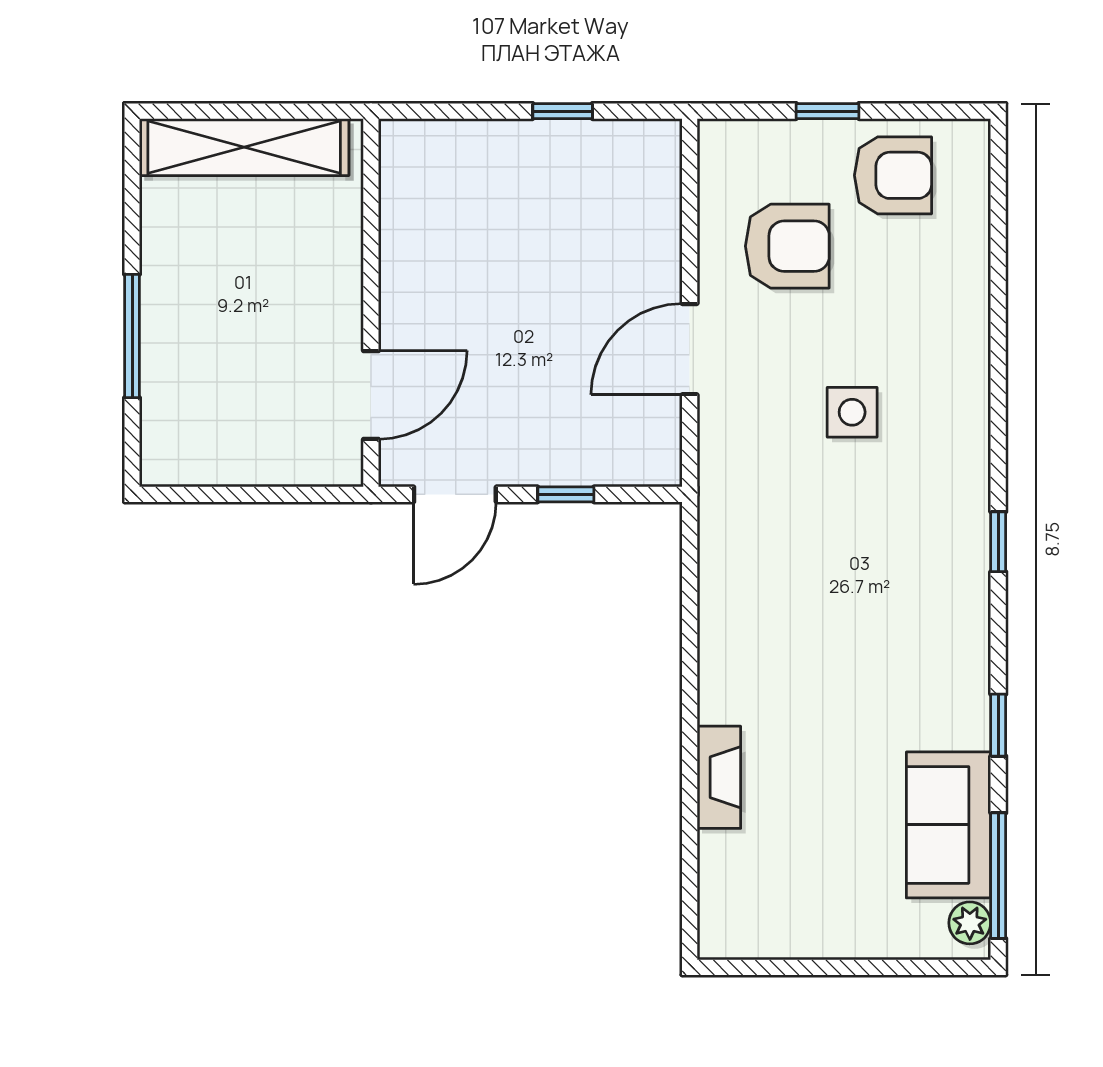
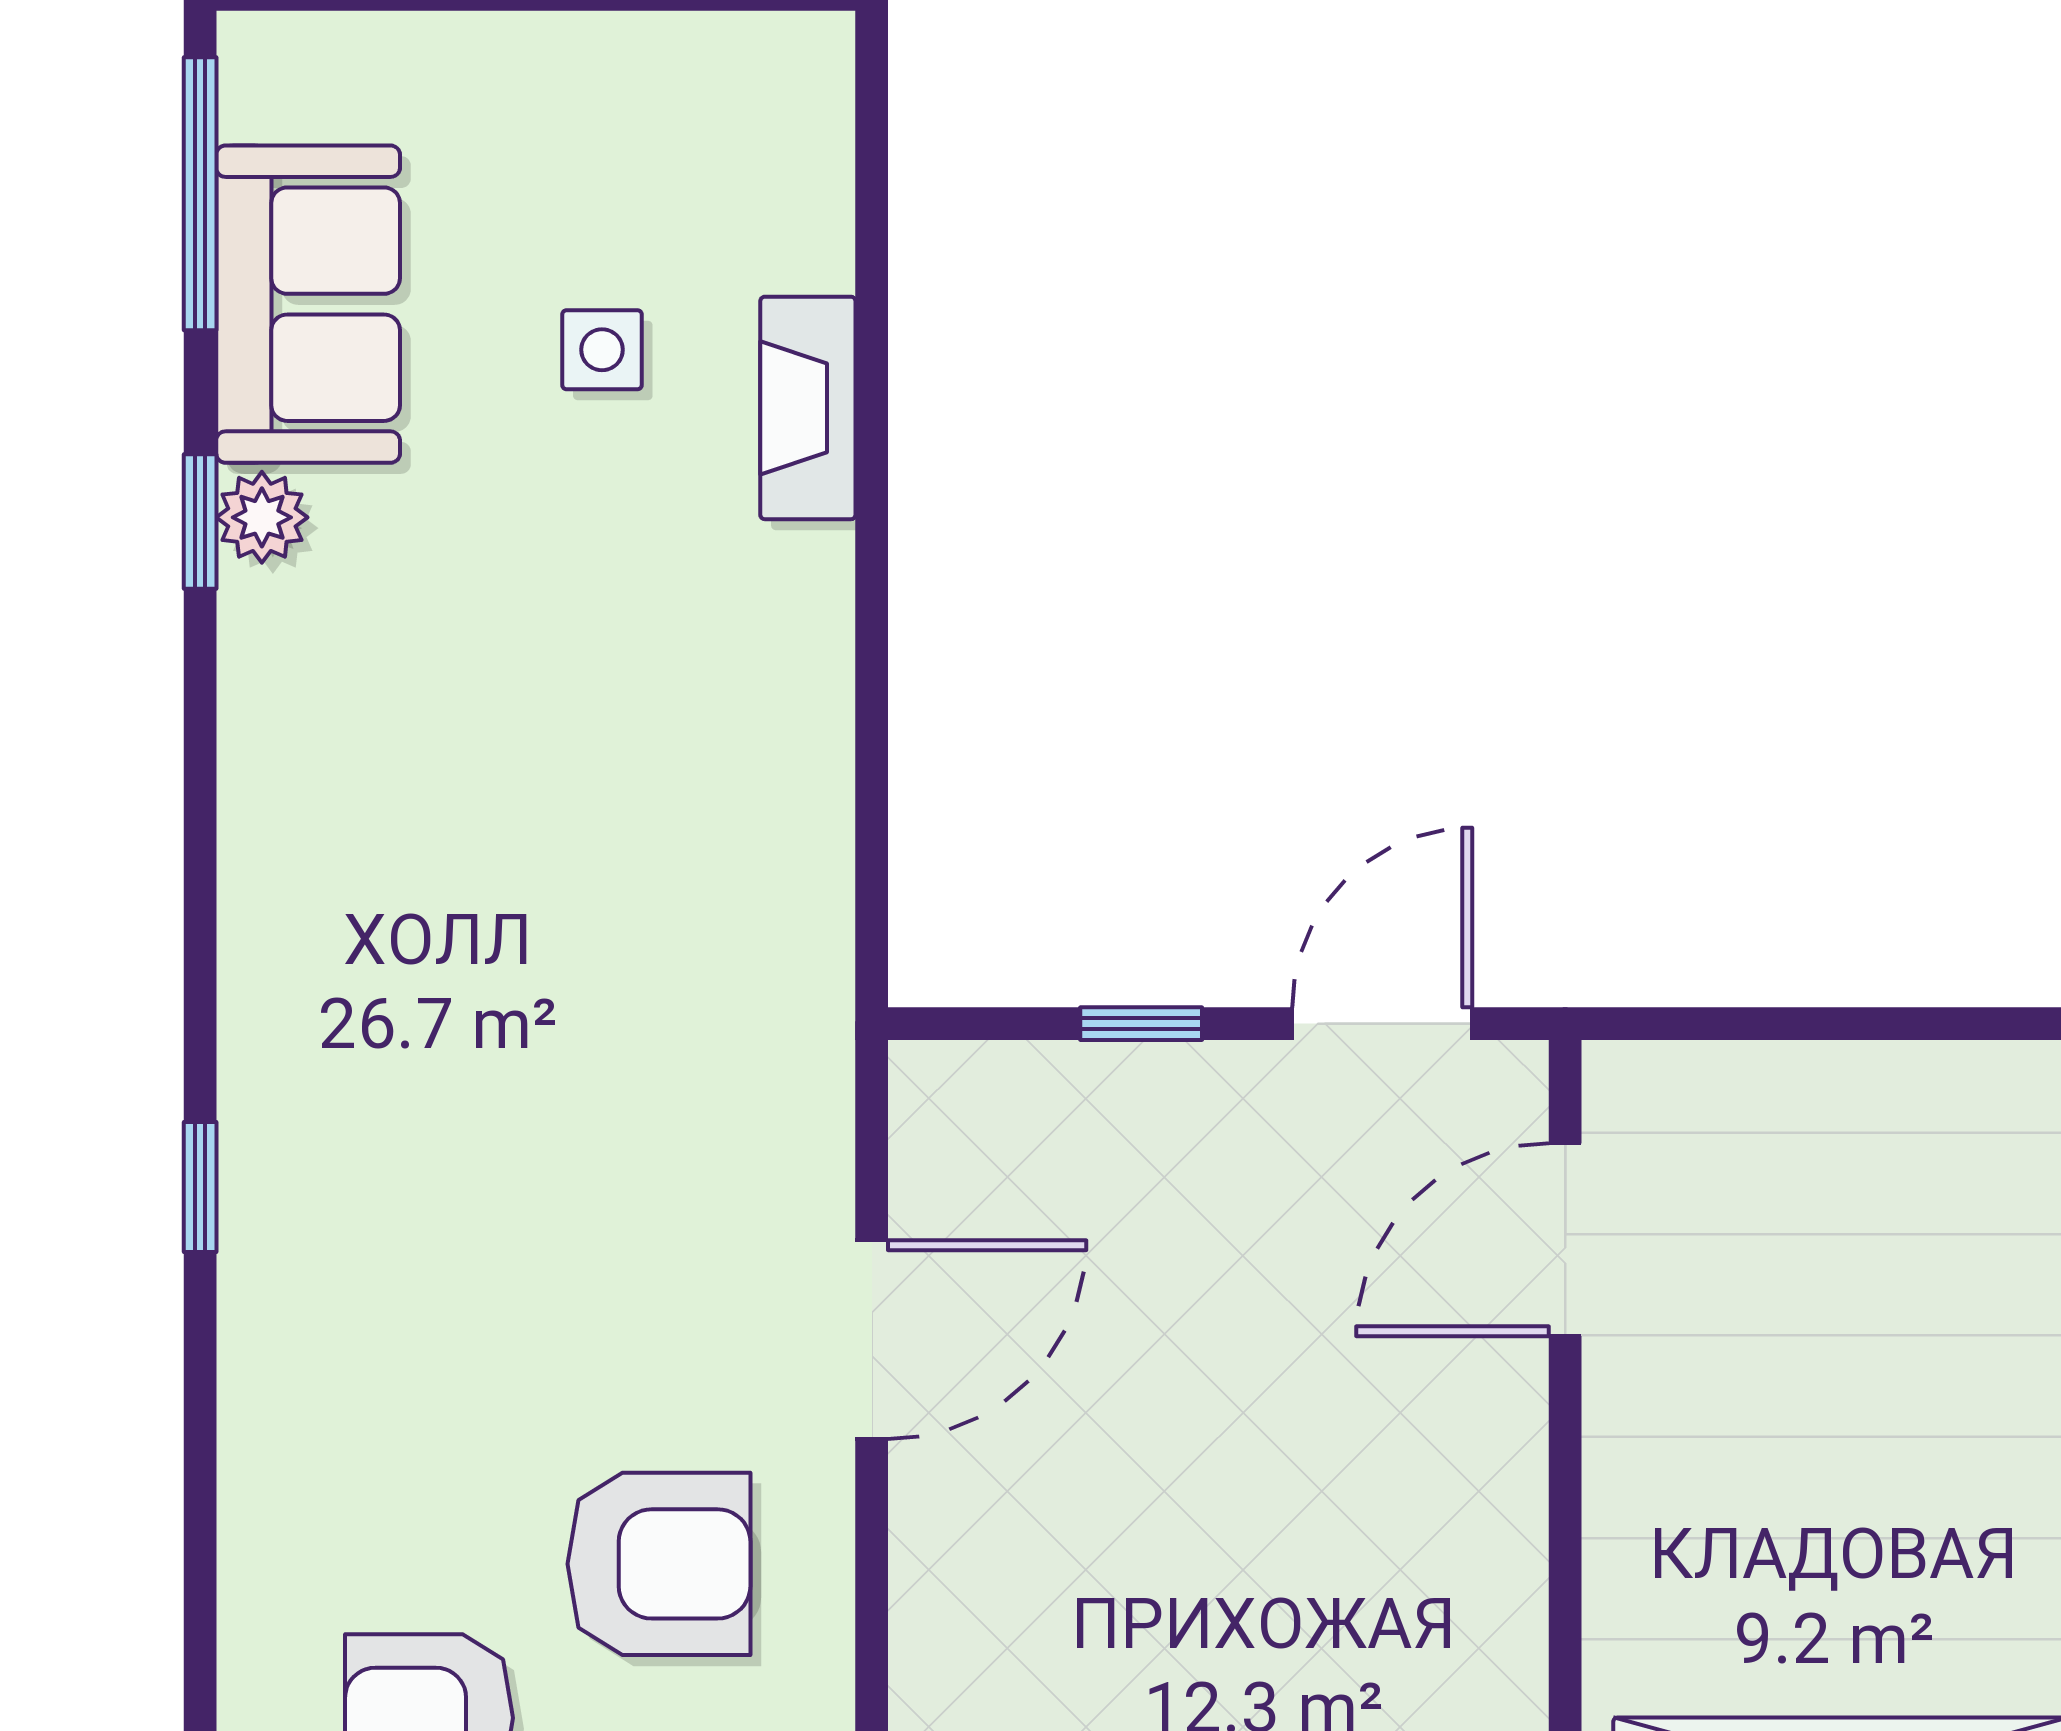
armchair: (787, 246) -> (659, 1564), turned 180
side table: (852, 412) -> (602, 350), moved, width x0.73, depth x0.73
window: (998, 542) -> (200, 1187), moved
plant: (970, 923) -> (262, 517), moved

